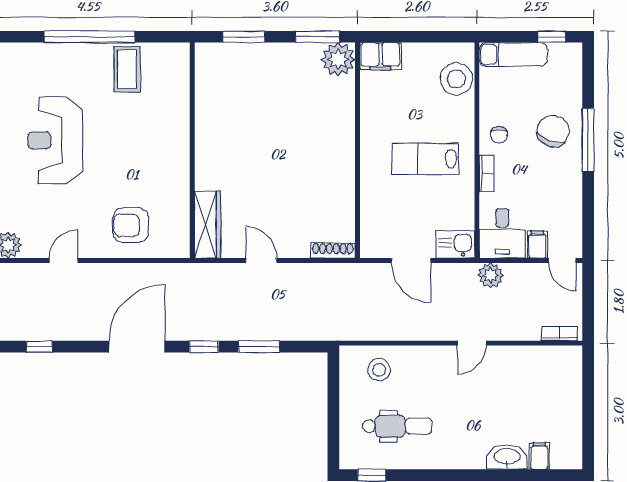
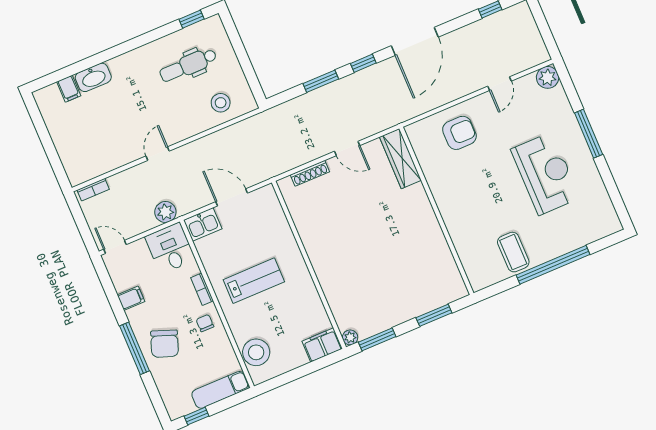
plant: (338, 59) -> (350, 337), width x0.53, depth x0.53
filing cabinet: (537, 245) -> (131, 298), moved, turned -90
shoe rack: (333, 251) -> (310, 173), moved

